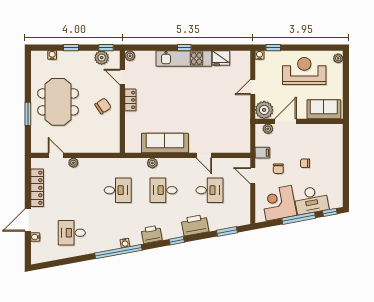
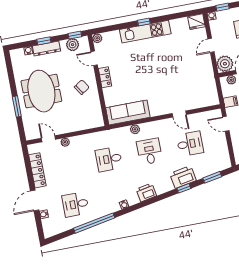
dresser: (72, 56) -> (47, 49), added
fridge: (221, 58) -> (196, 22), moved
sofa: (165, 143) -> (128, 112), moved
desk: (118, 190) -> (109, 159), turned 180
desk: (164, 190) -> (149, 151), turned 90
window: (177, 241) -> (184, 188), moved
window: (118, 252) -> (94, 223), moved

